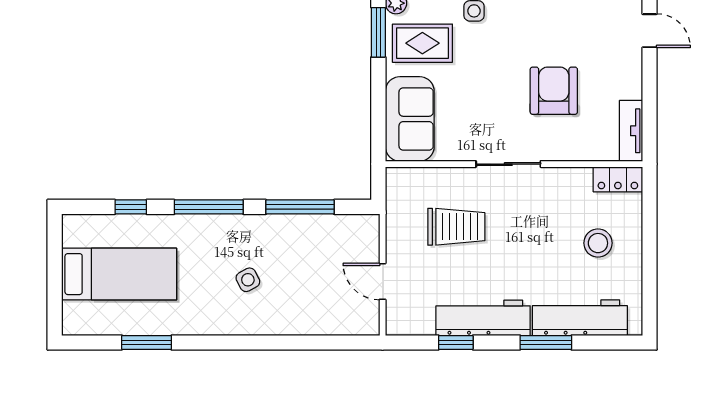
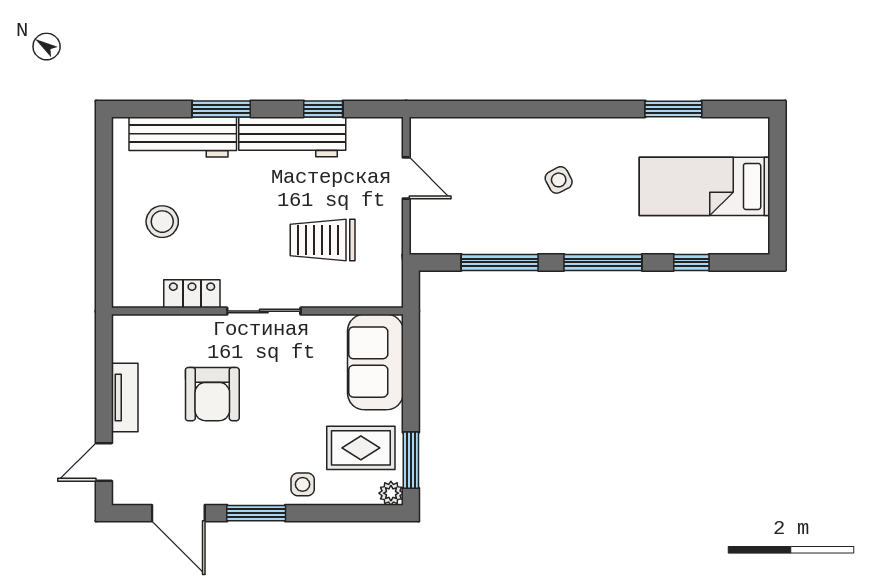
door: (650, 31) -> (104, 462), hinge flipped
tv unit: (631, 131) -> (125, 397), moved
locker: (618, 179) -> (192, 294), moved

